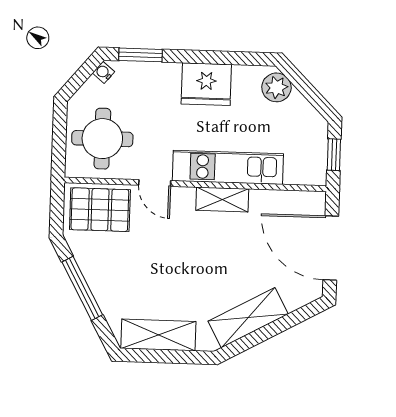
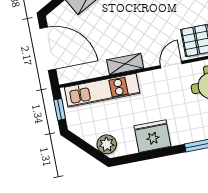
kitchen unit: (228, 167) -> (102, 90), moved
door: (155, 183) -> (171, 65), hinge flipped

